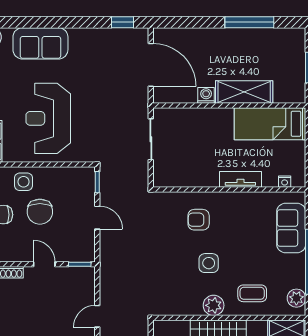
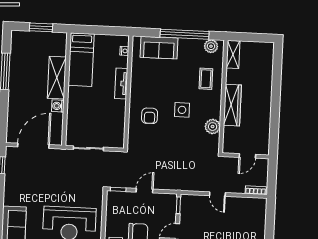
plant: (214, 305) -> (213, 127), moved

